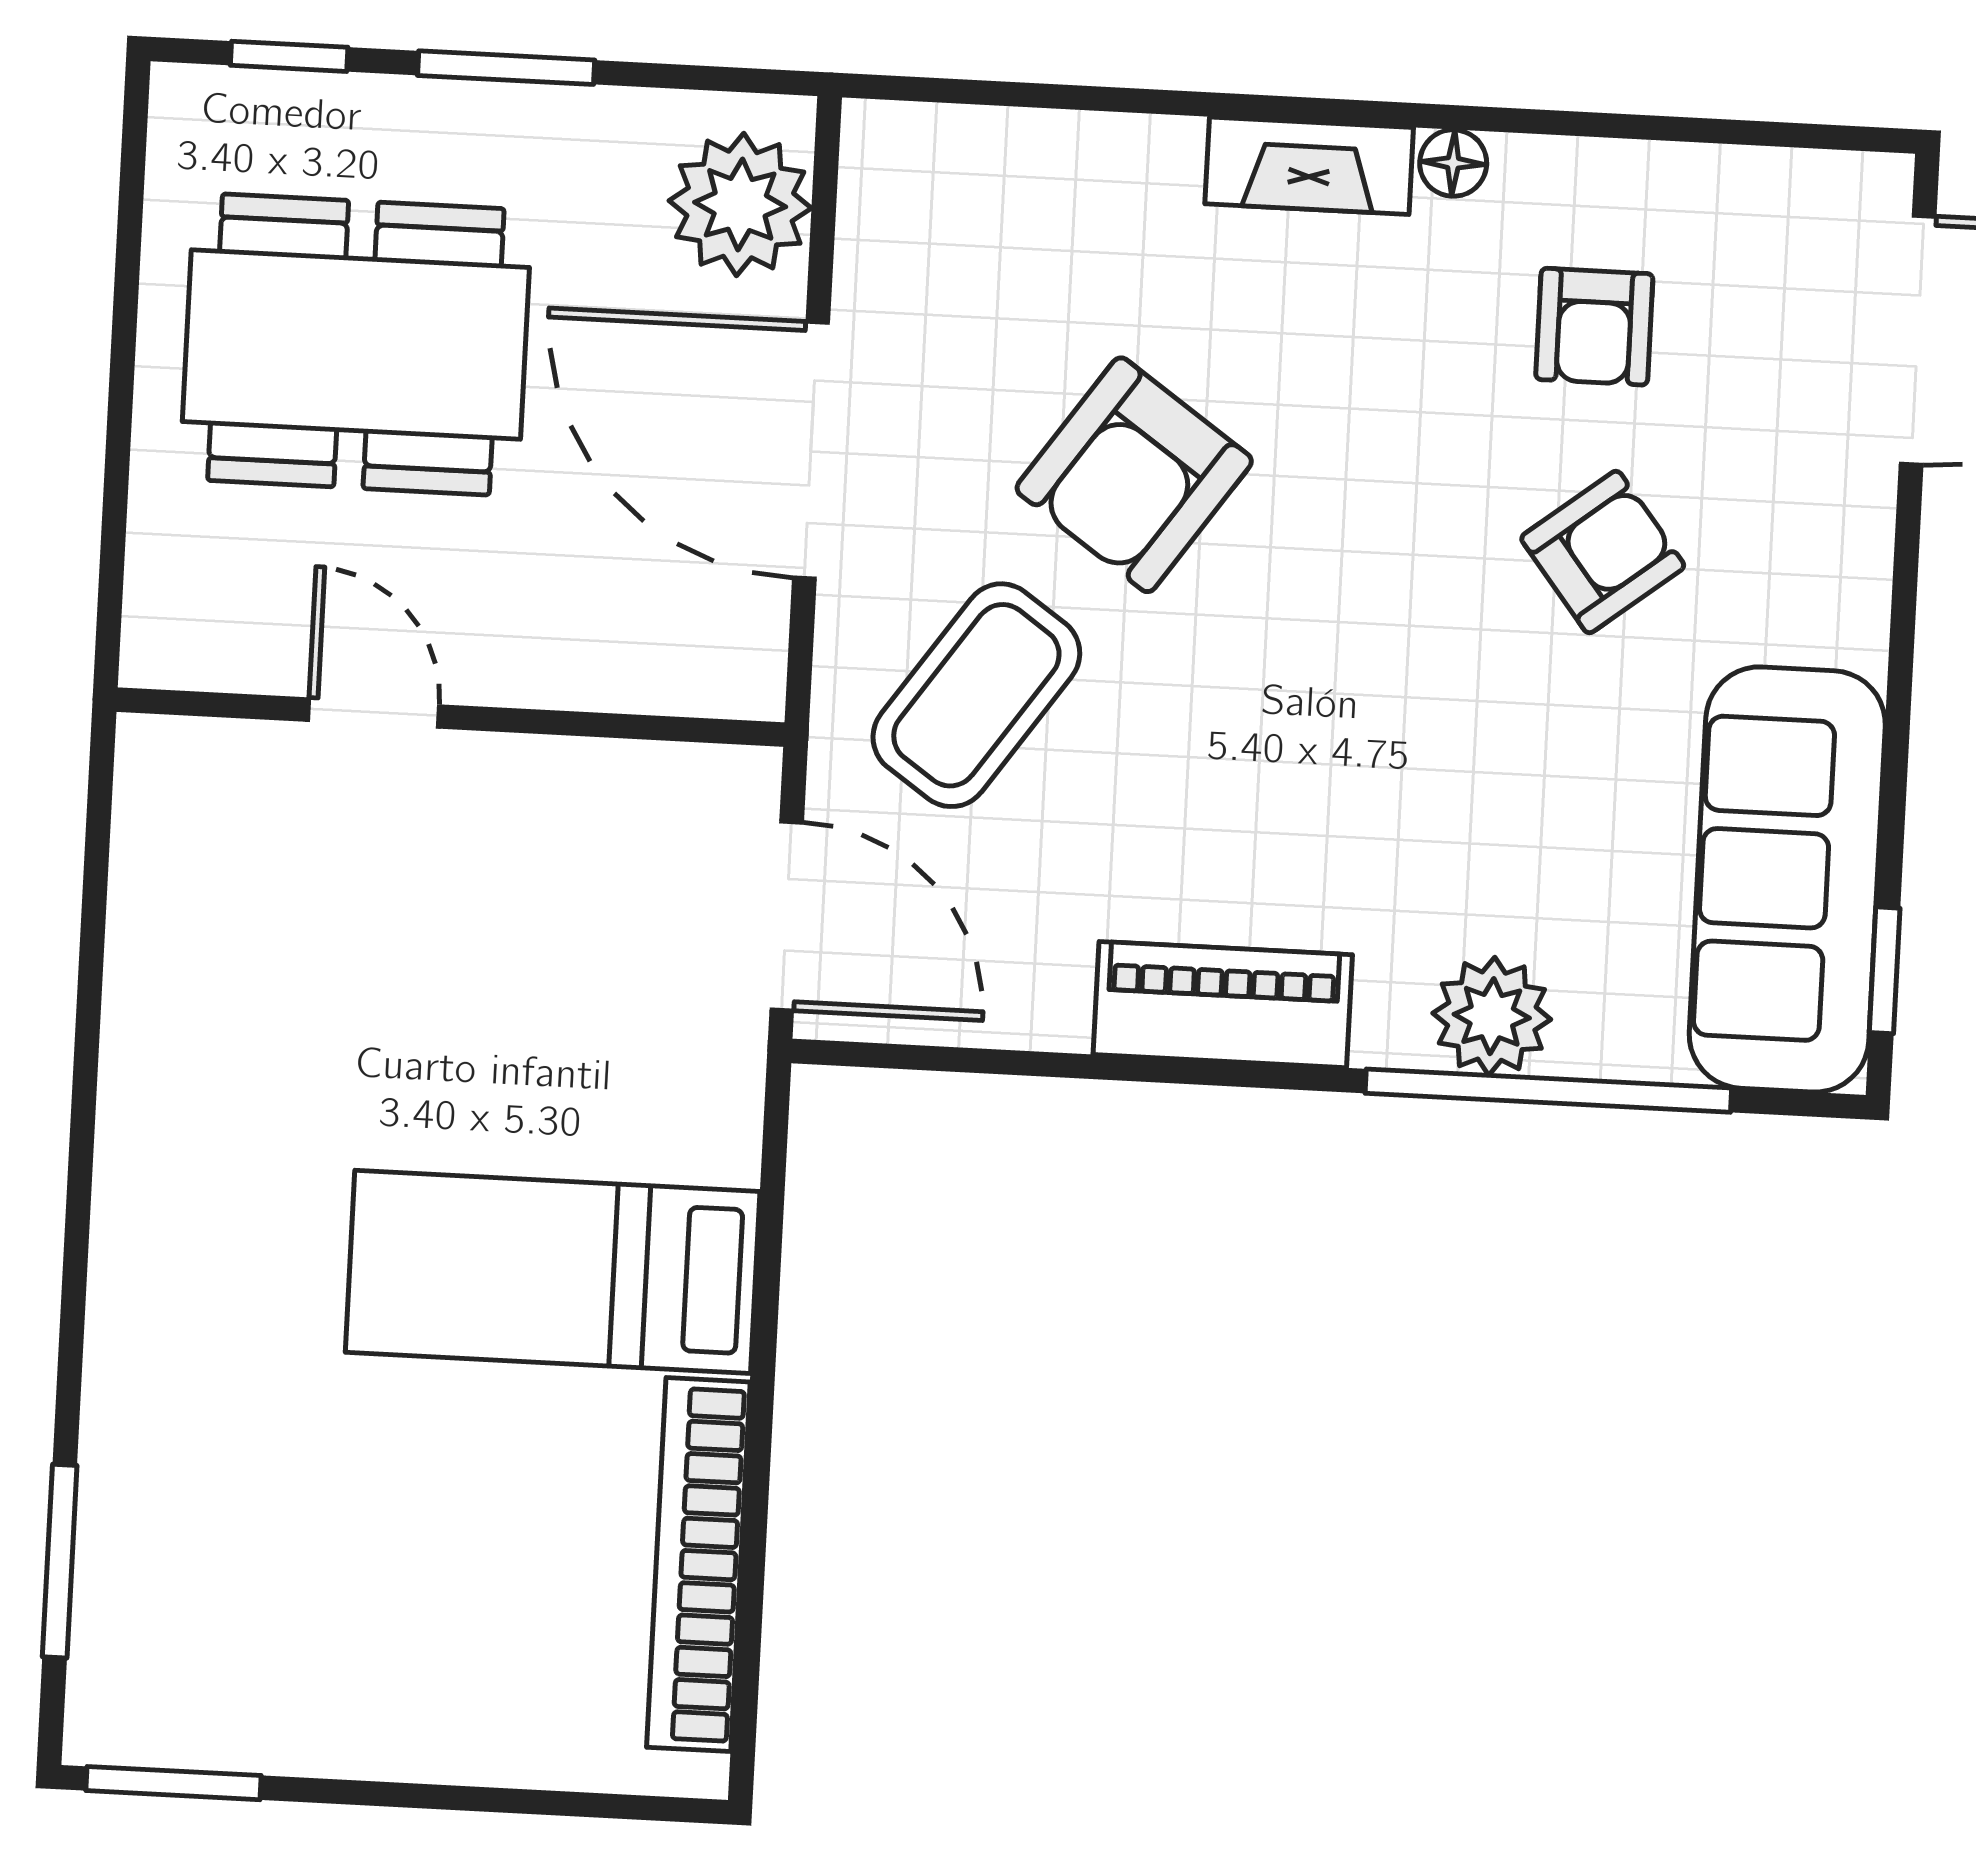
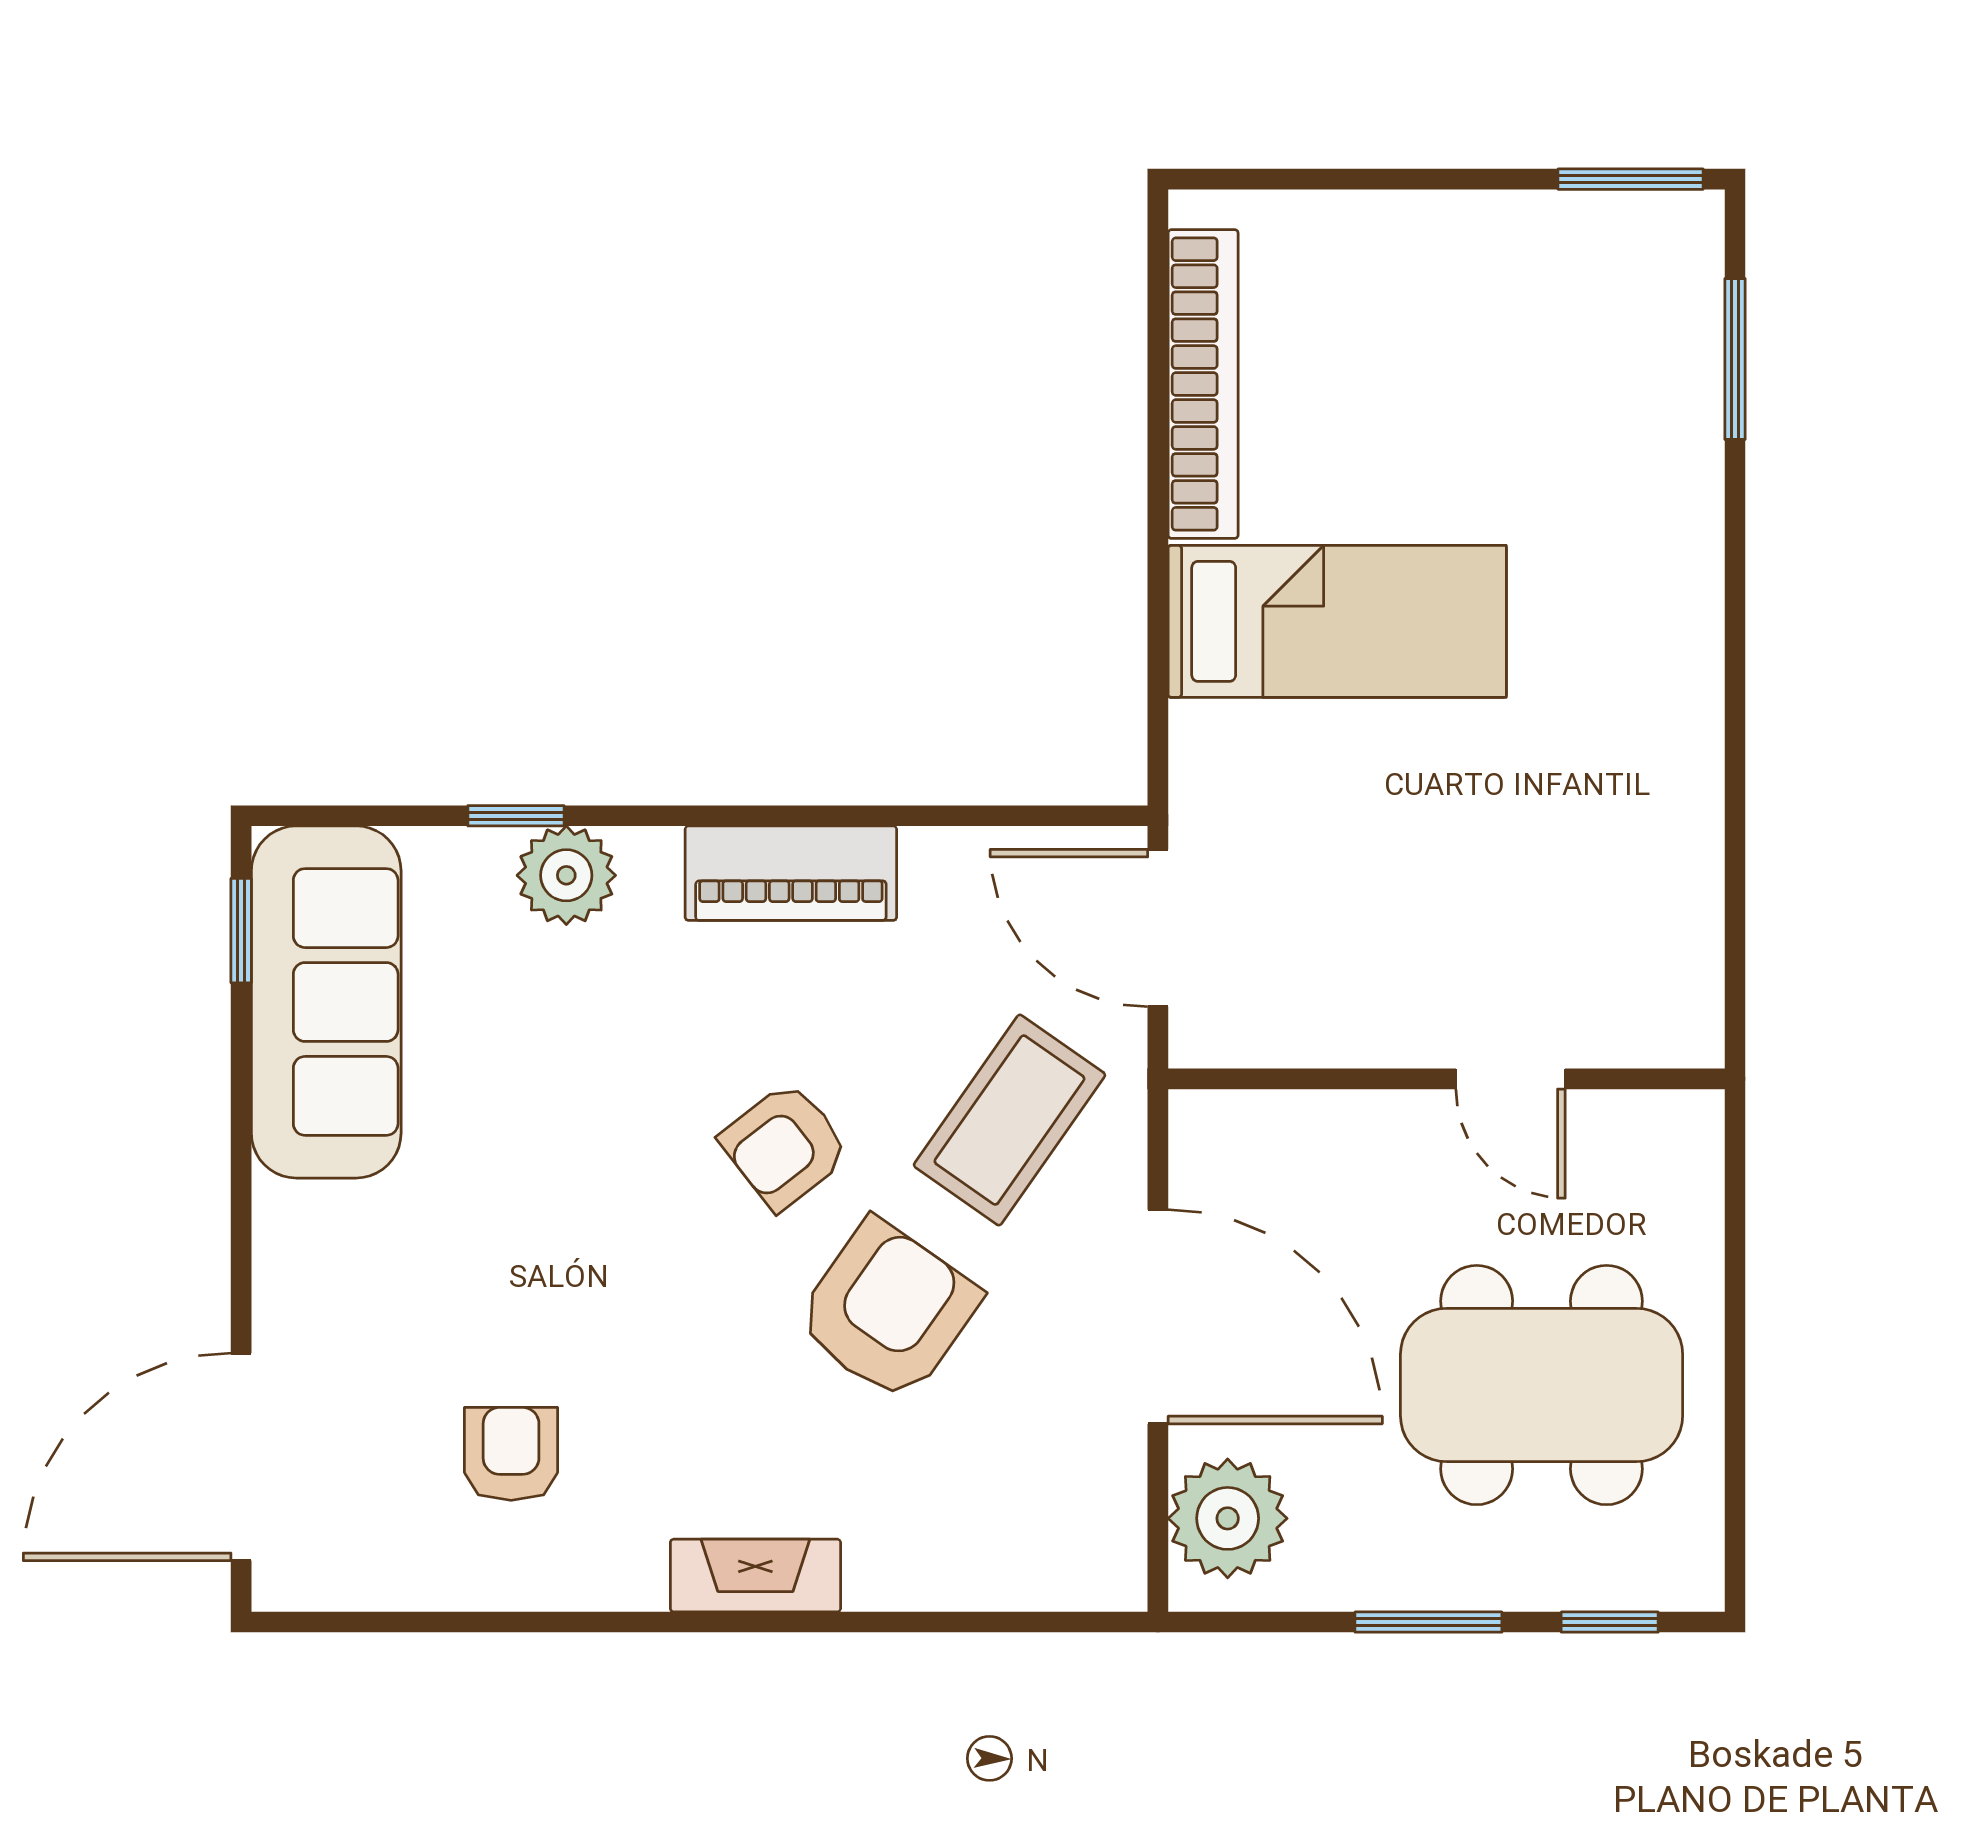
floor lamp: (1453, 163) -> (636, 1584), removed
armchair: (1603, 552) -> (785, 1146), moved
window: (1548, 1091) -> (516, 816), width x0.32

